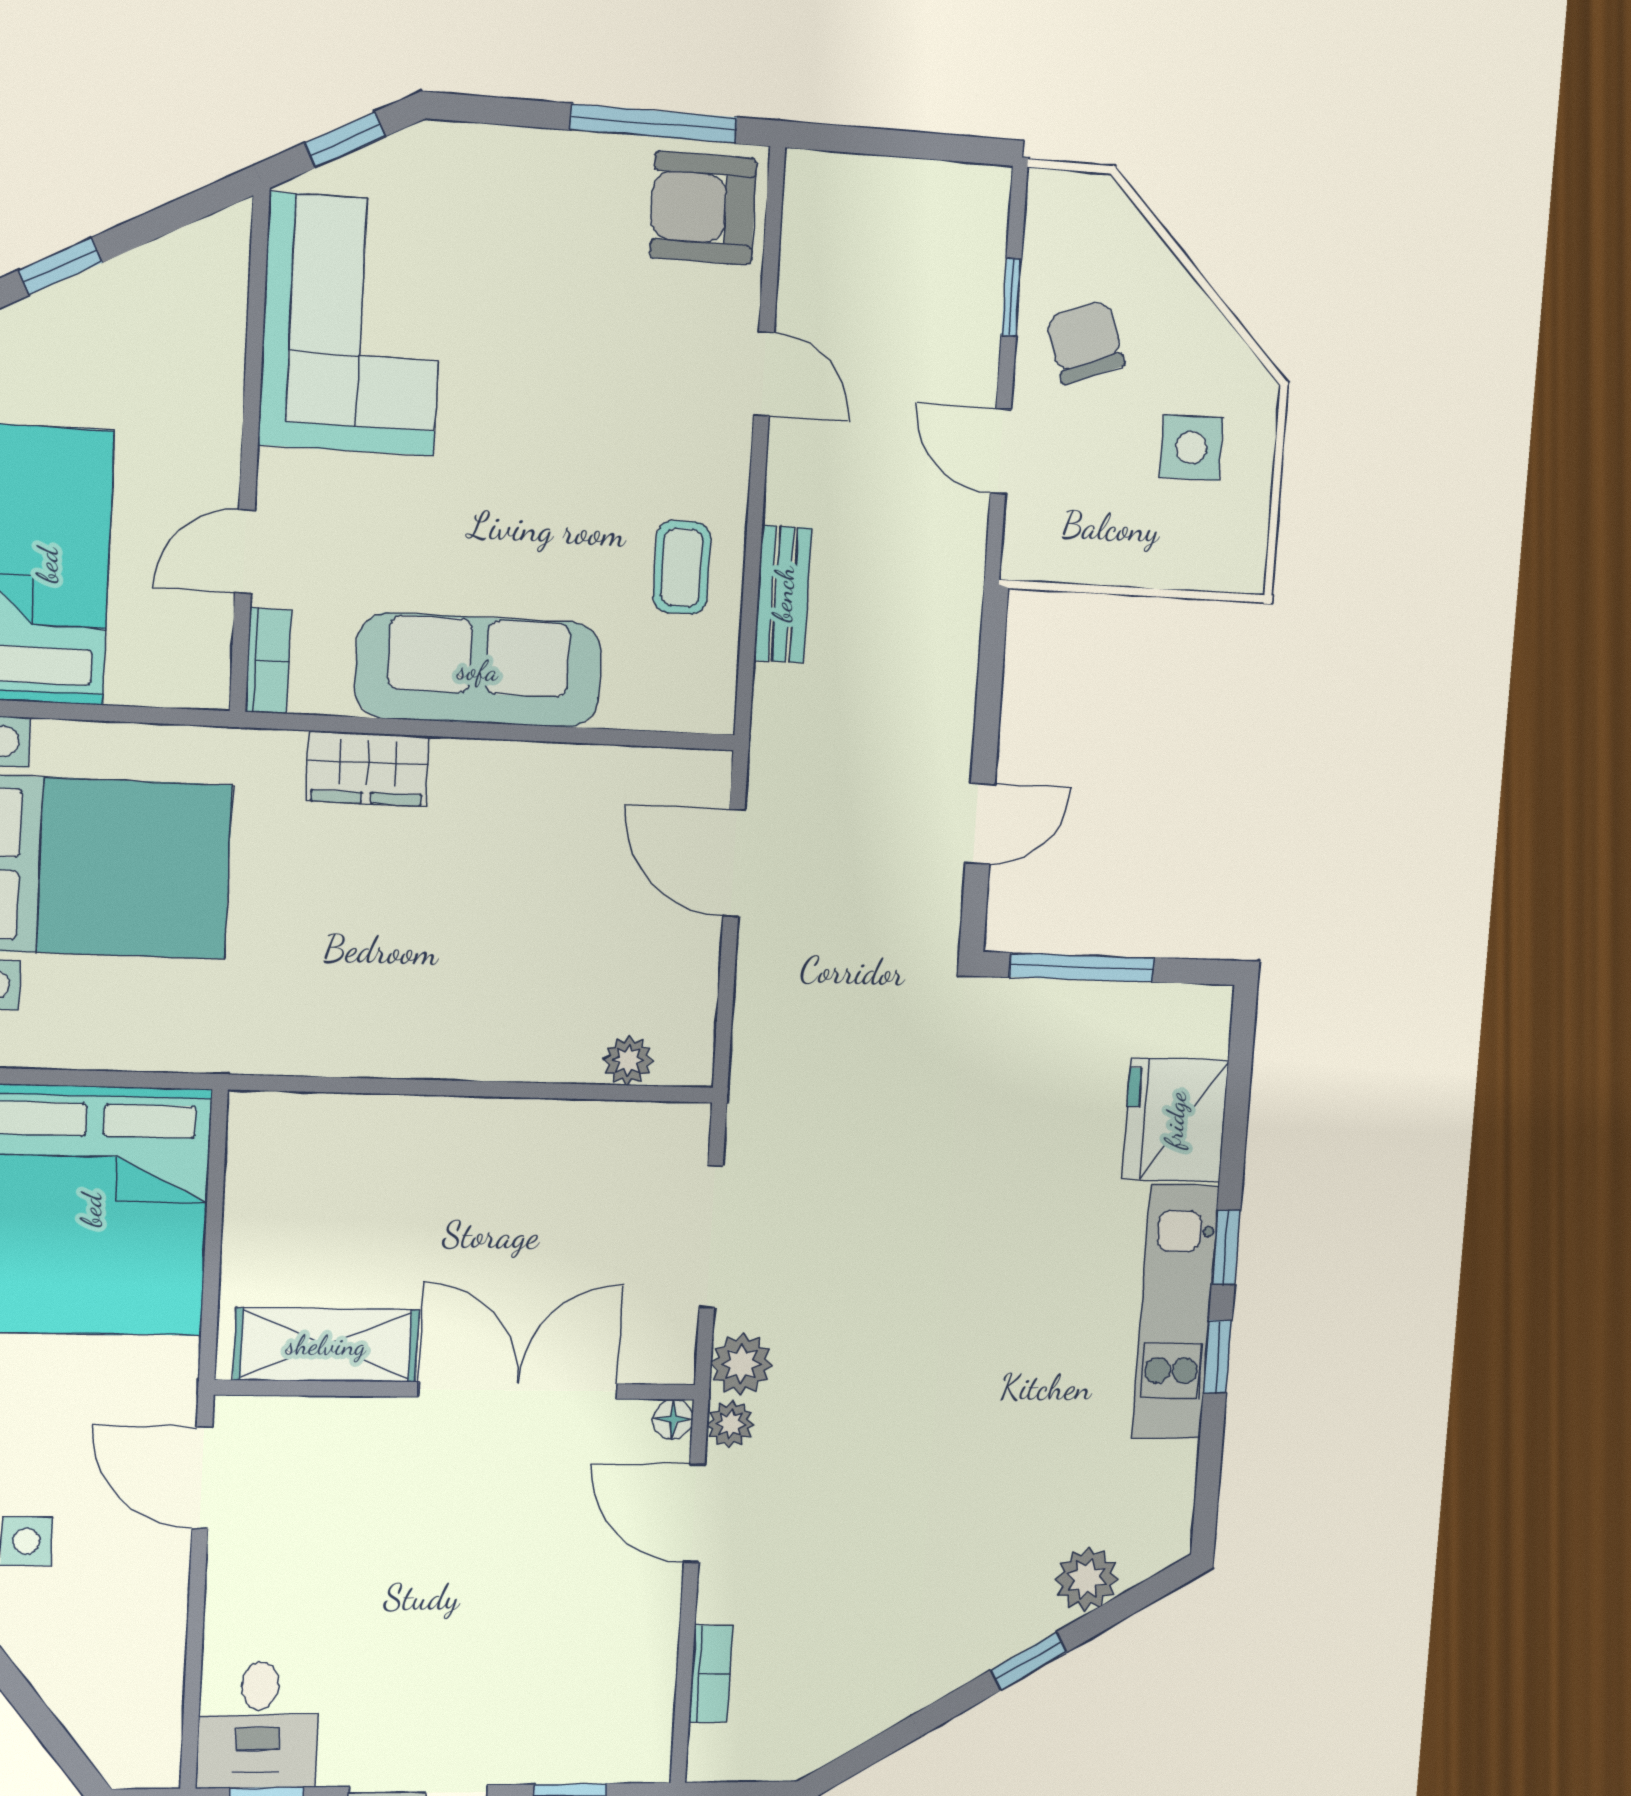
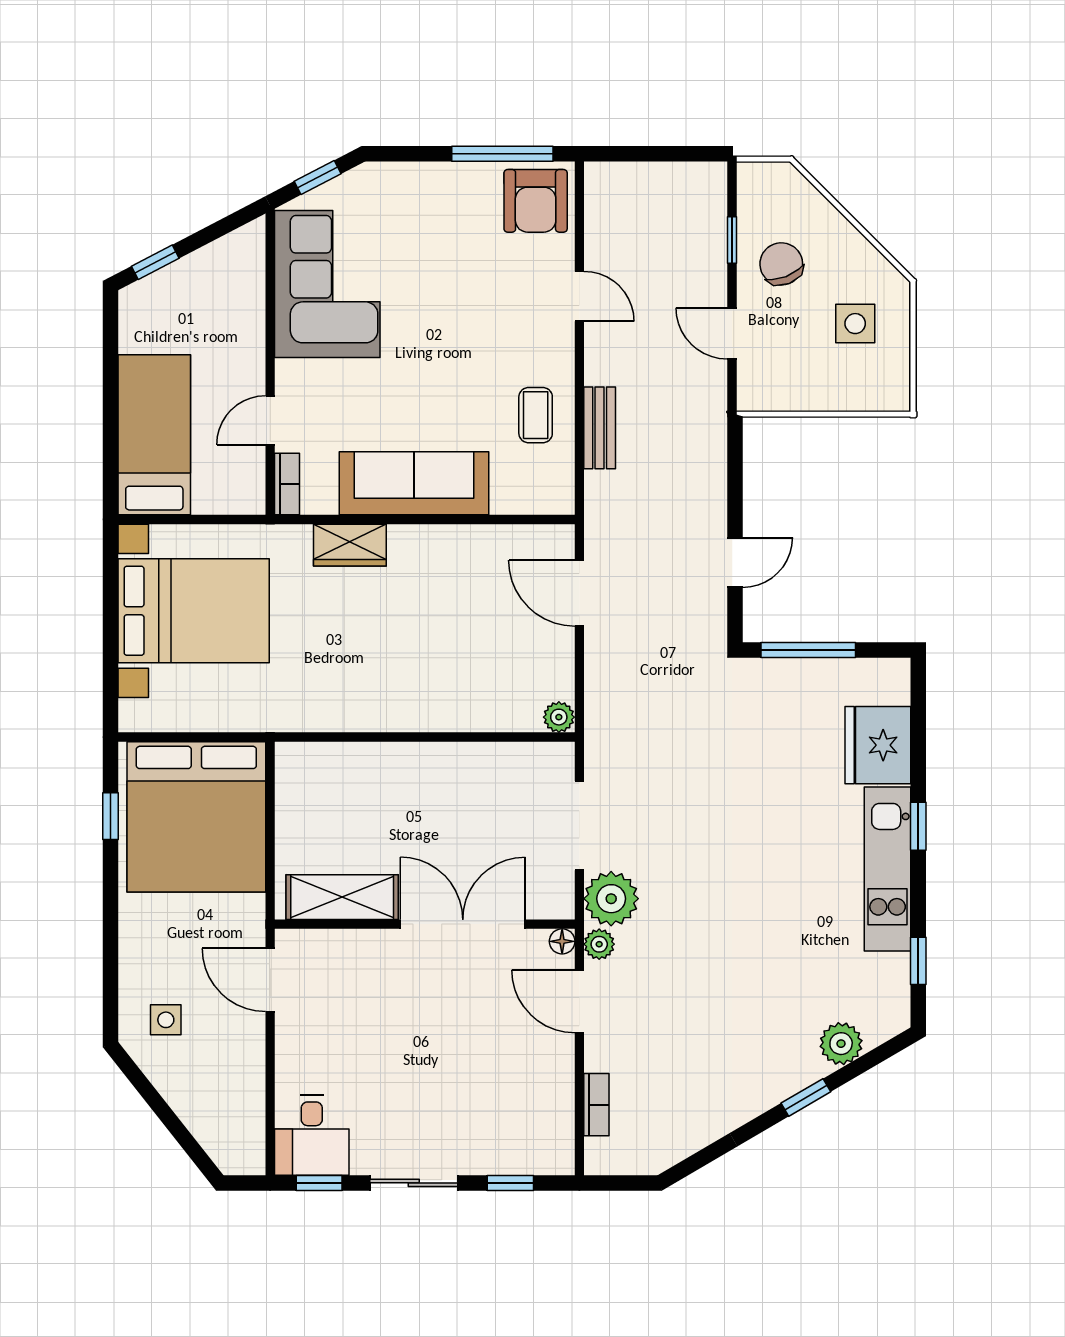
armchair: (703, 208) -> (536, 201), turned -90
plant: (628, 1060) -> (559, 717), moved
window: (1218, 1357) -> (918, 961), moved
plant: (742, 1364) -> (611, 899), width x1.36, depth x1.36

